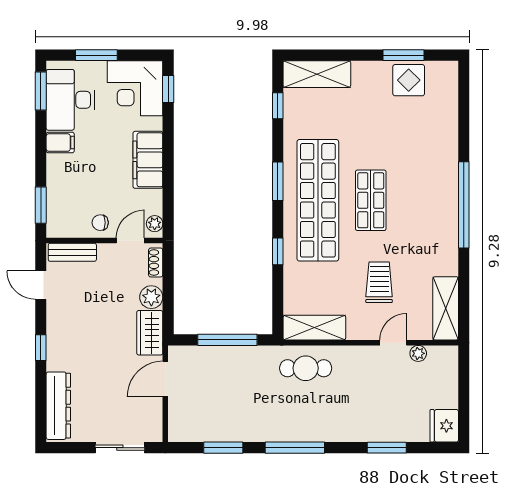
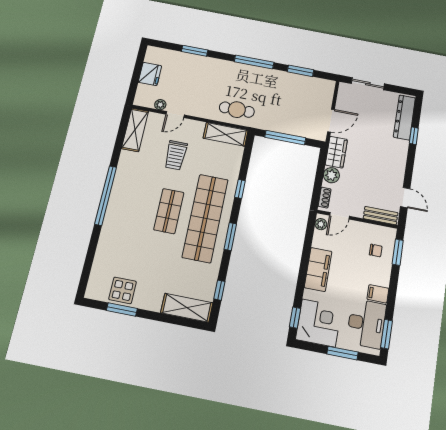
chair: (100, 223) -> (376, 250), moved
window: (41, 348) -> (414, 136), moved
fridge: (444, 426) -> (150, 74), moved

